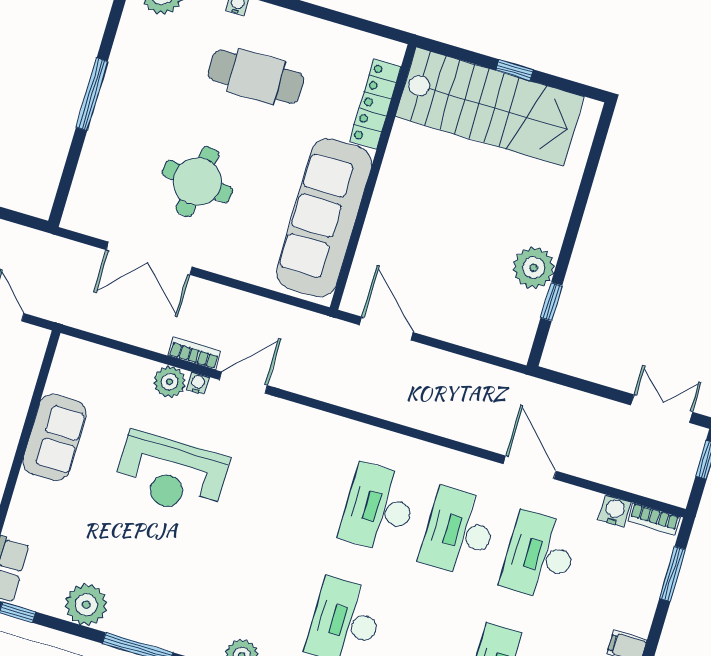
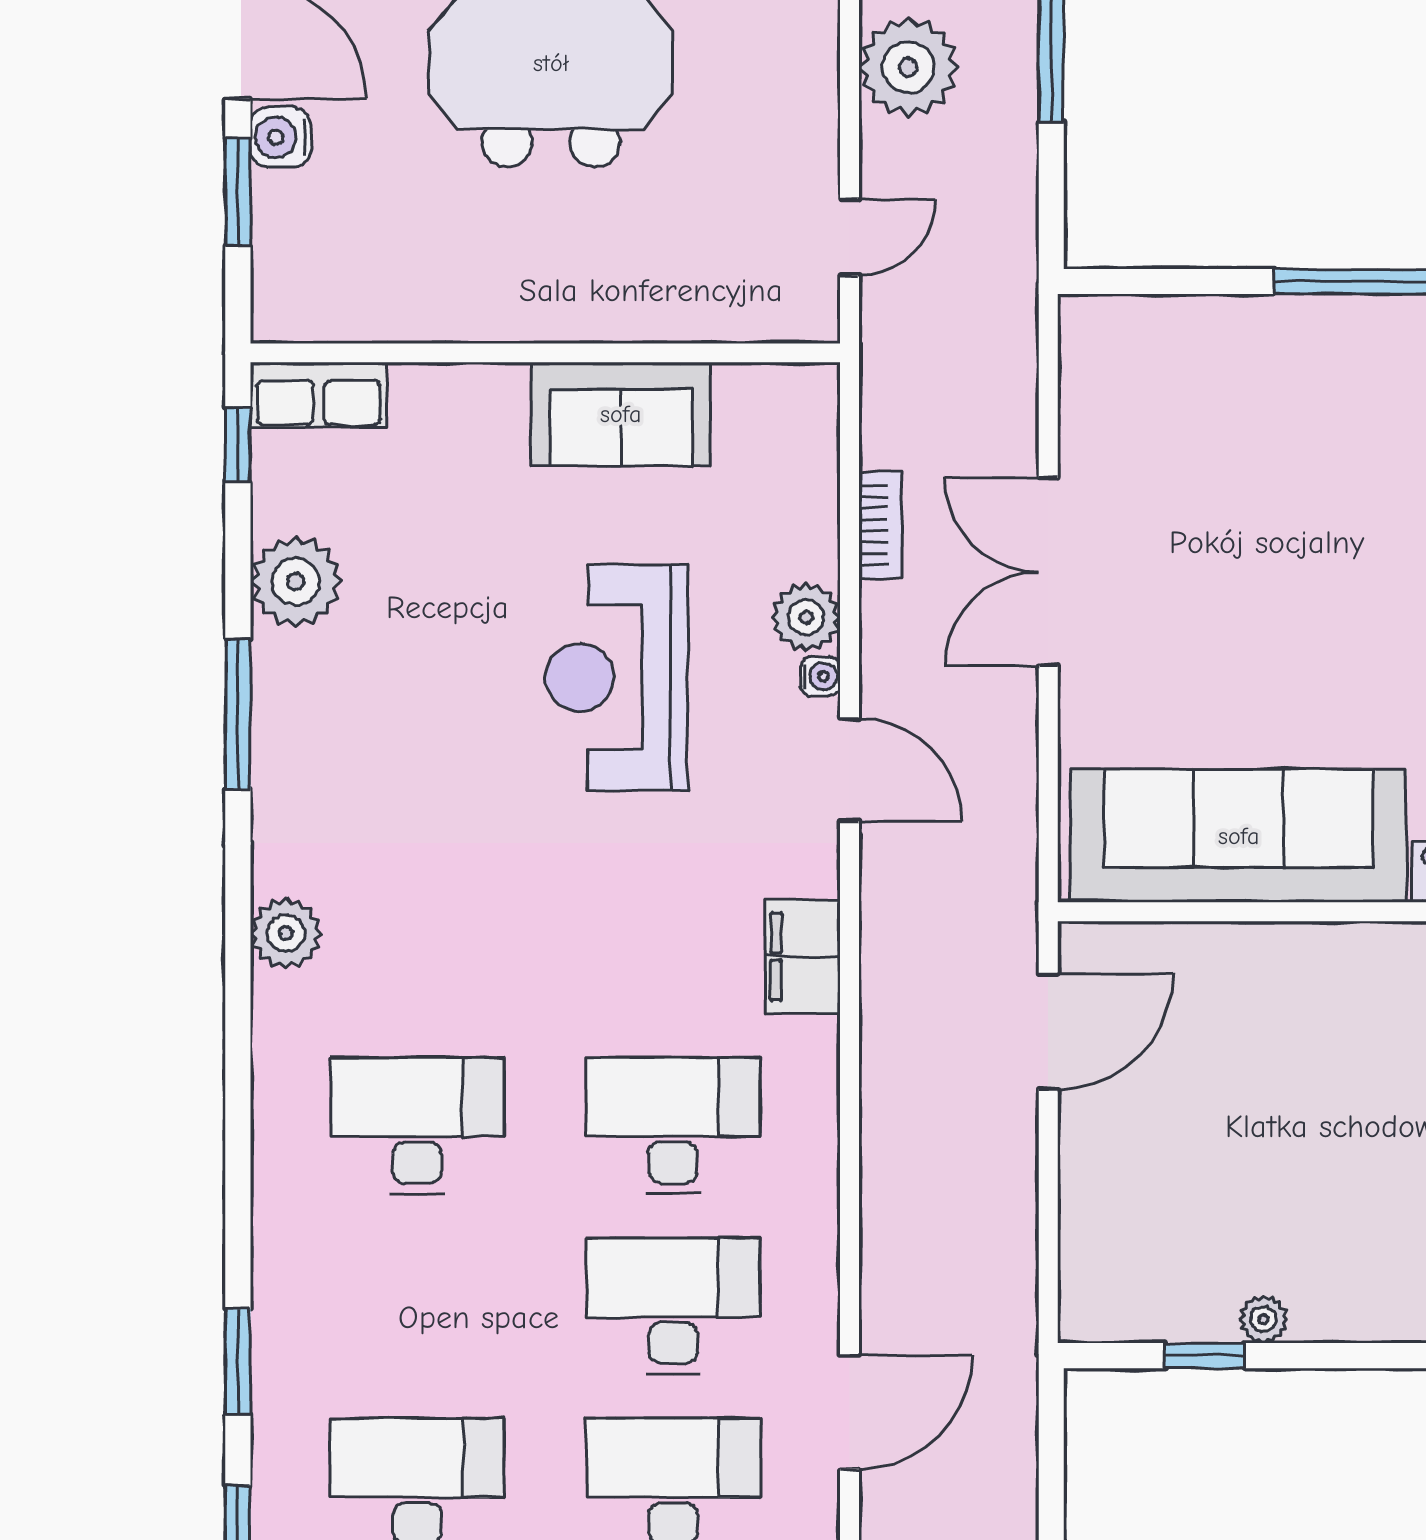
round table: (197, 182) -> (1236, 553), removed
double door: (149, 258) -> (1048, 572), moved
plant: (534, 268) -> (1264, 1319), width x0.53, depth x0.53
bookcase: (194, 353) -> (880, 525), moved
filing cabinet: (320, 428) -> (802, 957), added

